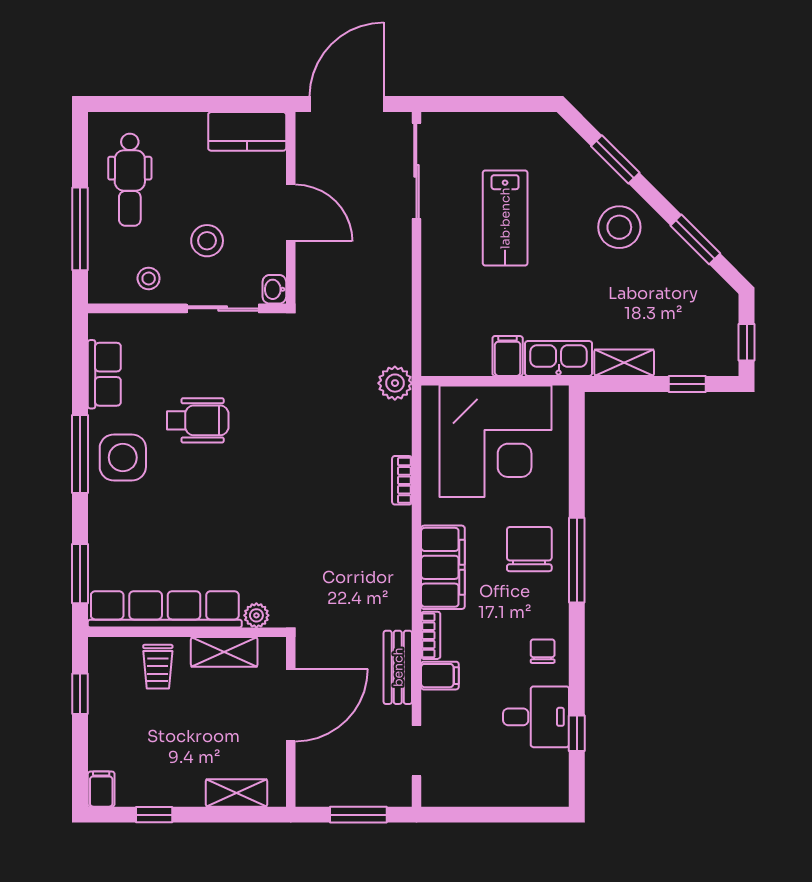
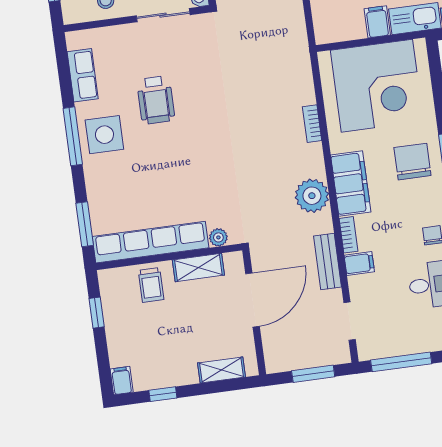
plant: (395, 383) -> (312, 196), moved, width x1.36, depth x1.36
wheelchair: (198, 420) -> (156, 100), turned 90
window: (478, 815) -> (401, 362), added

